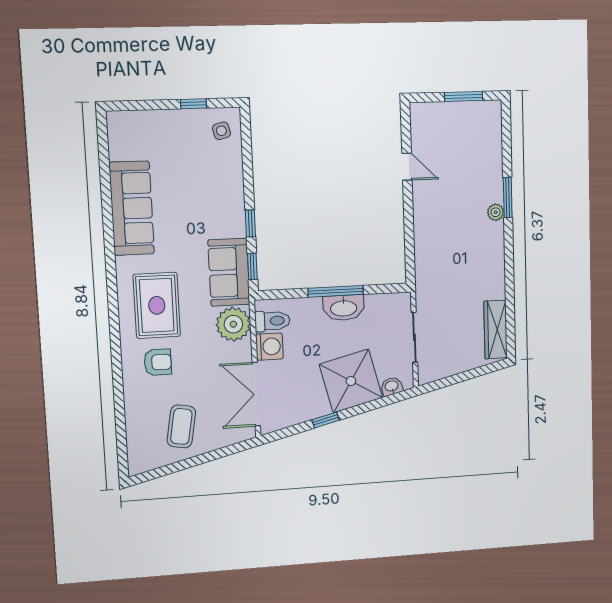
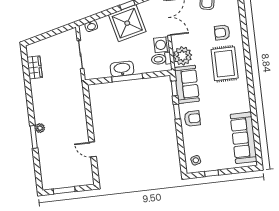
sofa: (132, 208) -> (244, 138), moved
armchair: (223, 209) -> (192, 118), added
wardrobe: (495, 330) -> (35, 67), width x0.67
shower: (351, 381) -> (127, 23), moved

